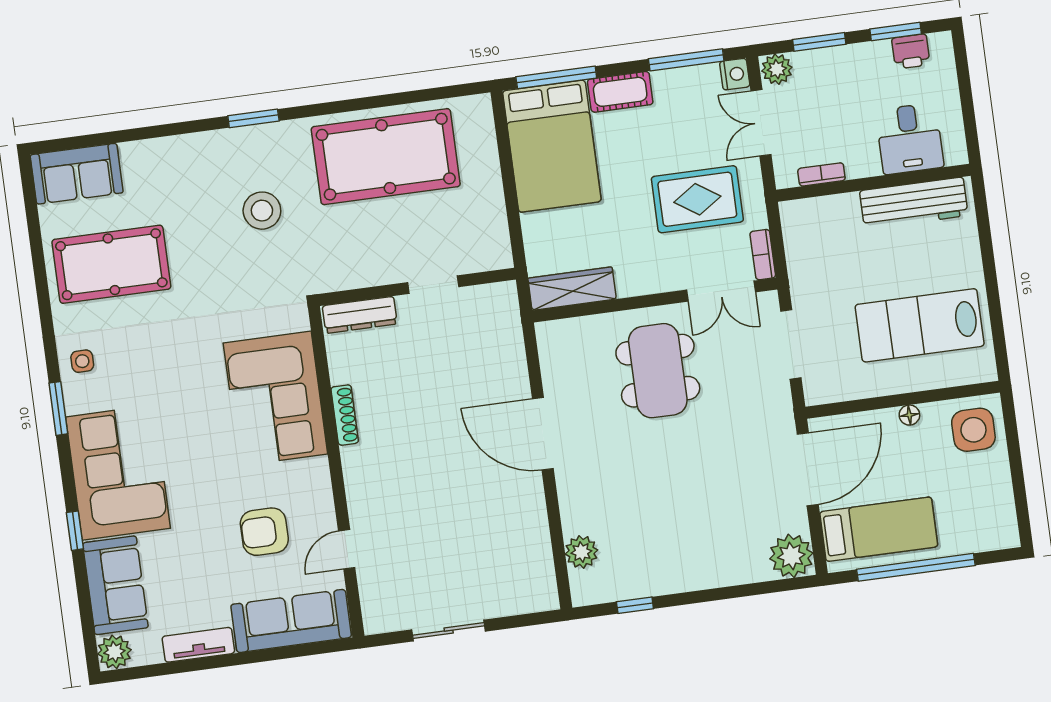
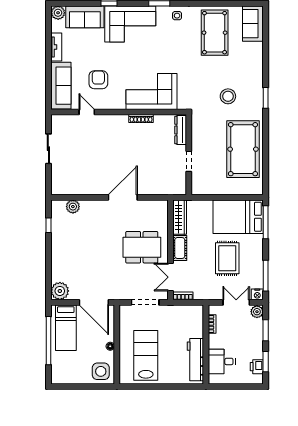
cot: (620, 92) -> (180, 248), moved
rug: (697, 199) -> (227, 258), moved

